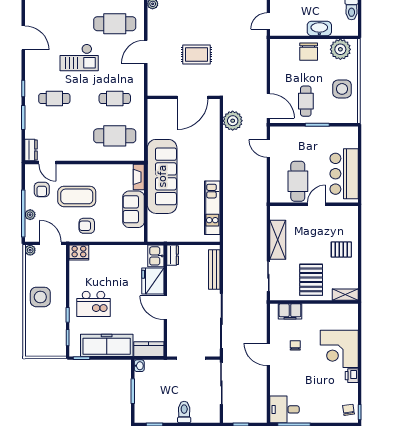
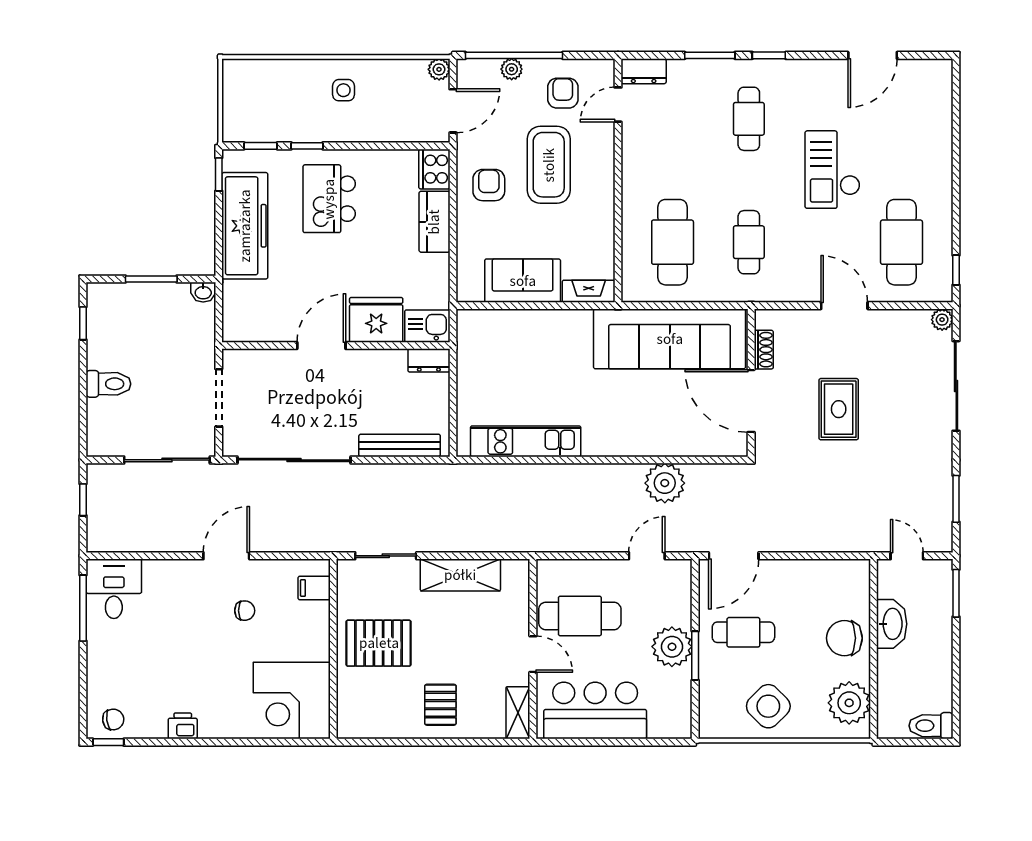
washbasin: (319, 28) -> (892, 624), moved
side table: (342, 89) -> (768, 706), turned 45
shoe rack: (167, 91) -> (764, 350), added
plant: (233, 121) -> (665, 483), moved
plant: (313, 136) -> (672, 647), added
sofa: (162, 176) -> (670, 339), moved
armchair: (42, 190) -> (563, 93), turned 90
shelving: (345, 295) -> (518, 713), moved
side table: (40, 297) -> (343, 90), width x0.54, depth x0.54
filing cabinet: (290, 311) -> (314, 588), width x0.50
kitchen counter: (149, 349) -> (434, 222), moved, turned 180
corner desk: (339, 349) -> (292, 701), moved, turned -90

